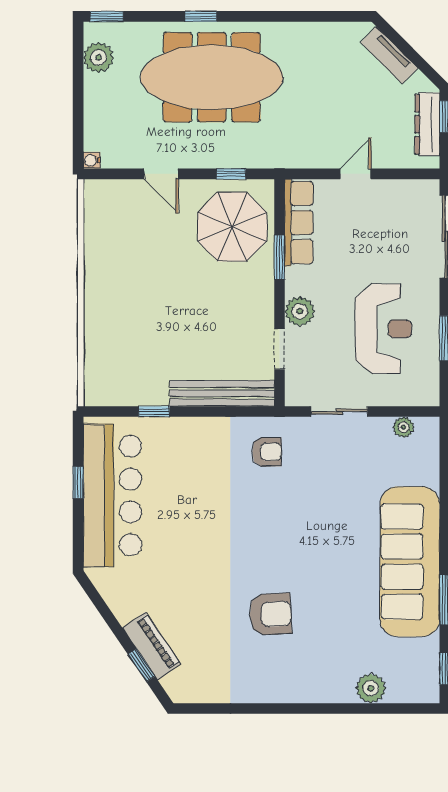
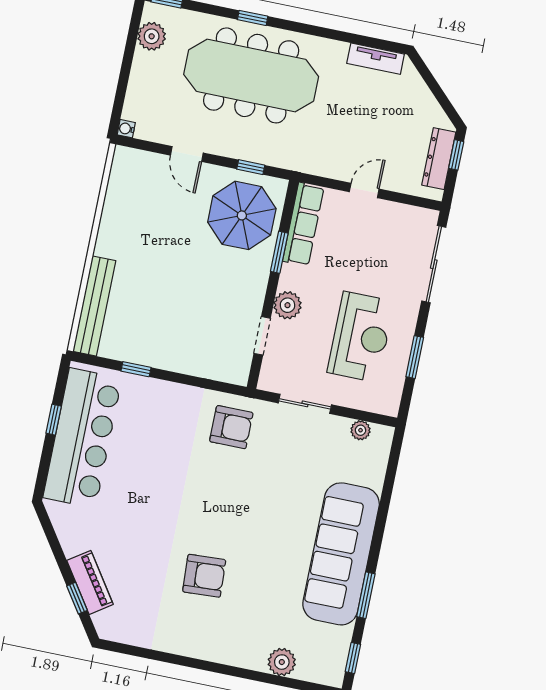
tv unit: (389, 55) -> (376, 59), moved, turned -45
bench: (222, 393) -> (94, 306), moved, turned 90
armchair: (267, 452) -> (231, 427), width x1.38, depth x1.38

